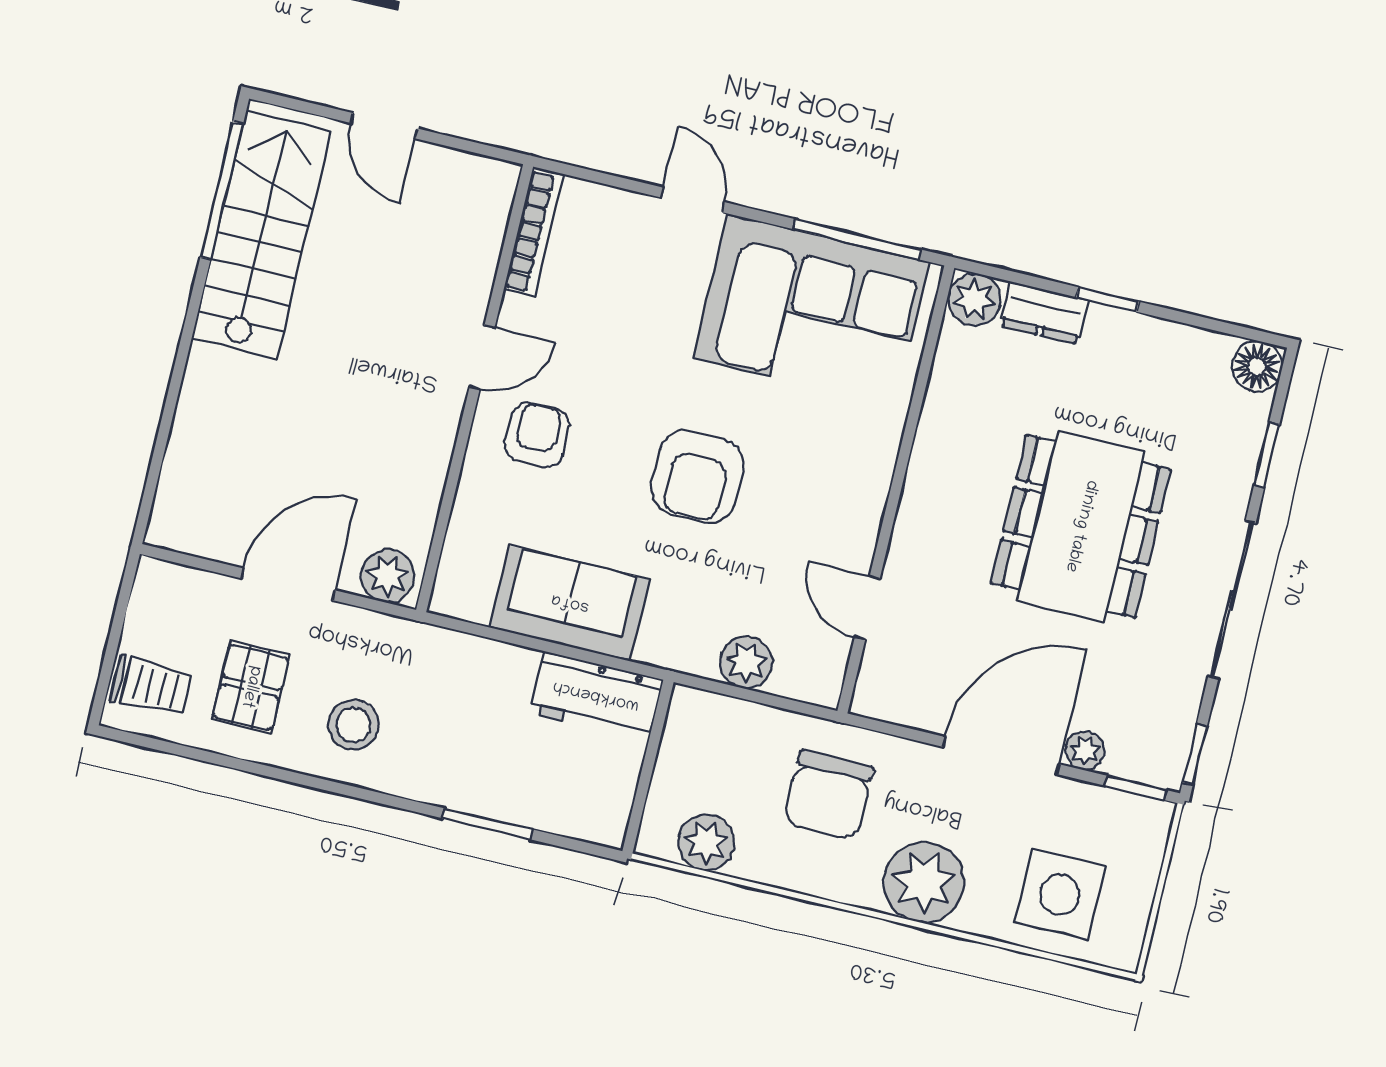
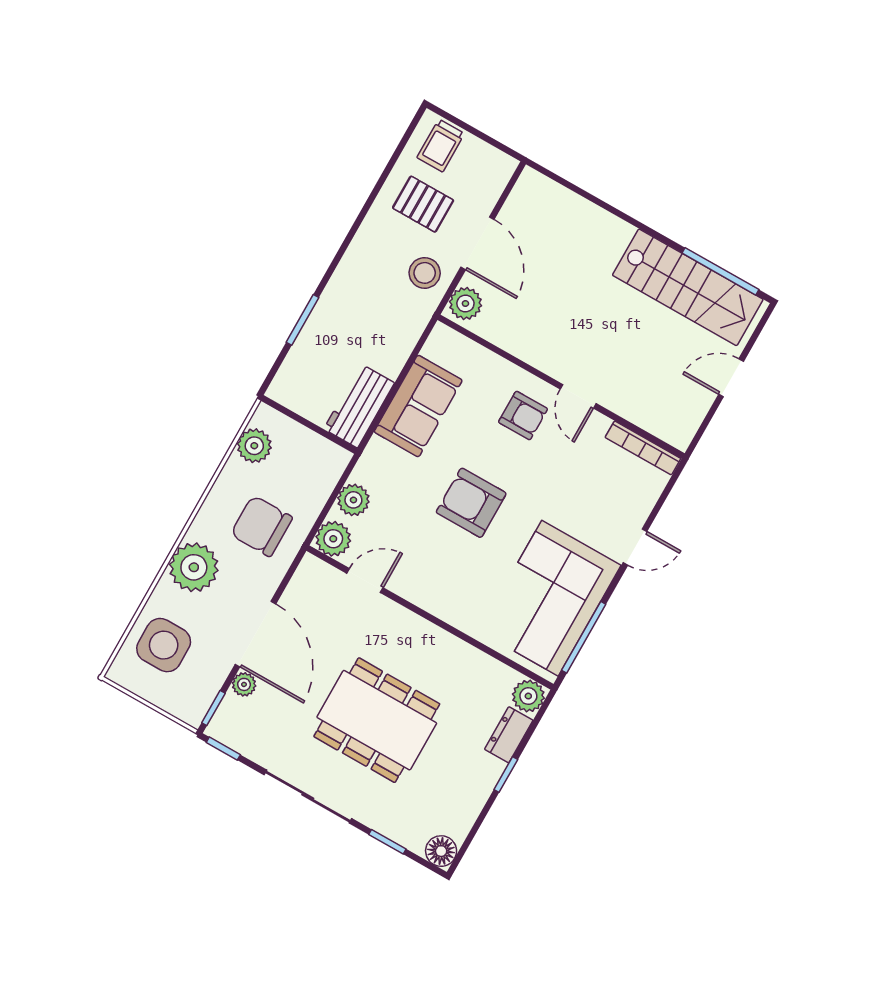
plant: (816, 677) -> (333, 539), added
stool: (354, 725) -> (425, 273), moved

